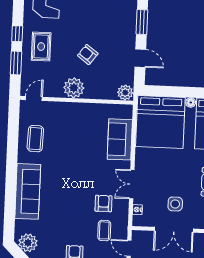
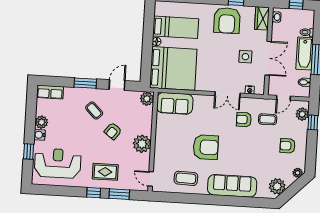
coffee table: (111, 33) -> (94, 110), added
sofa: (120, 139) -> (175, 103), moved
armchair: (71, 161) -> (206, 147), added

